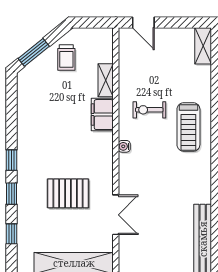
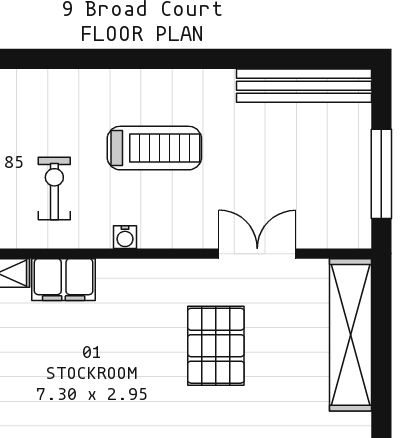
exercise bike: (149, 110) -> (54, 189), turned 180
treadmill: (188, 127) -> (154, 148), moved

